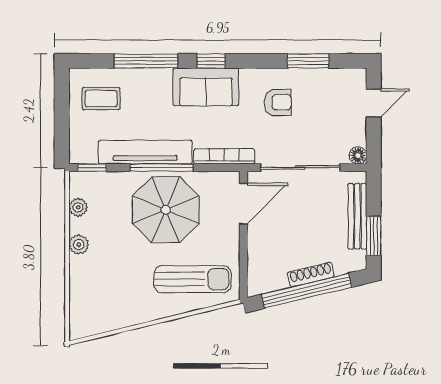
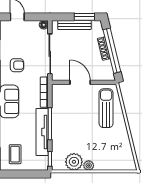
armchair: (278, 102) -> (17, 65), turned 90
door: (243, 204) -> (80, 82), moved
plant: (78, 207) -> (74, 162), width x1.88, depth x1.88
parasol: (166, 210) -> (71, 122), removed

